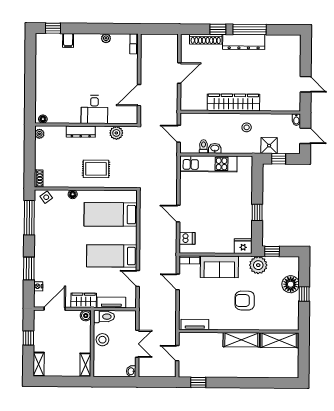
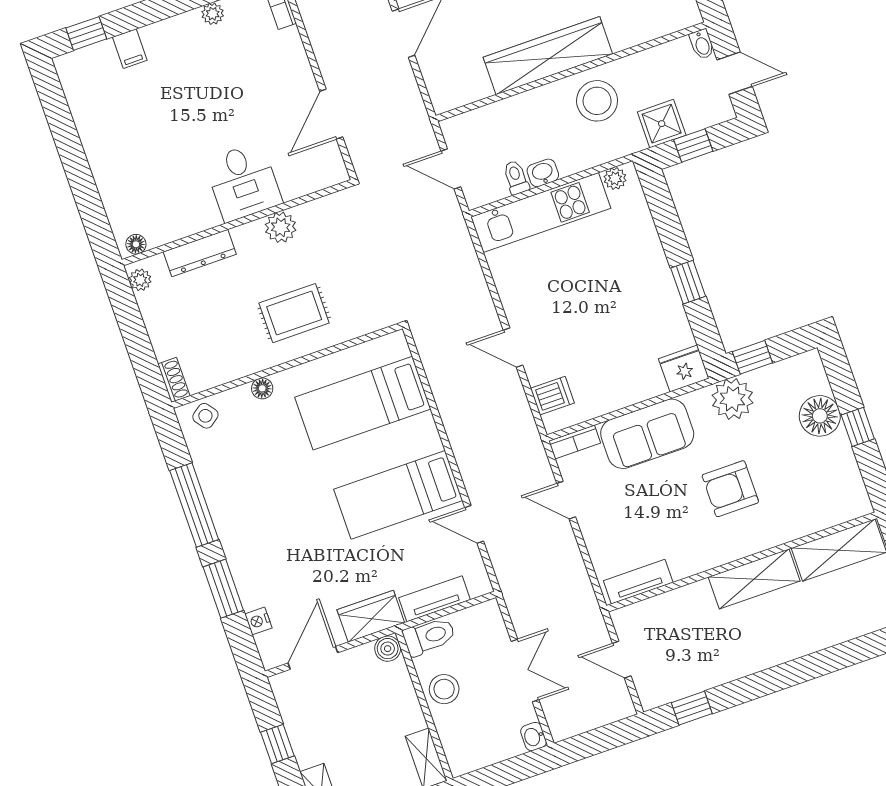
stool: (247, 127) -> (597, 101), width x1.89, depth x1.89
dresser: (81, 132) -> (200, 253), moved
plant: (116, 133) -> (281, 227), moved
plant: (243, 161) -> (615, 178), added
window: (29, 218) -> (194, 505), moved

